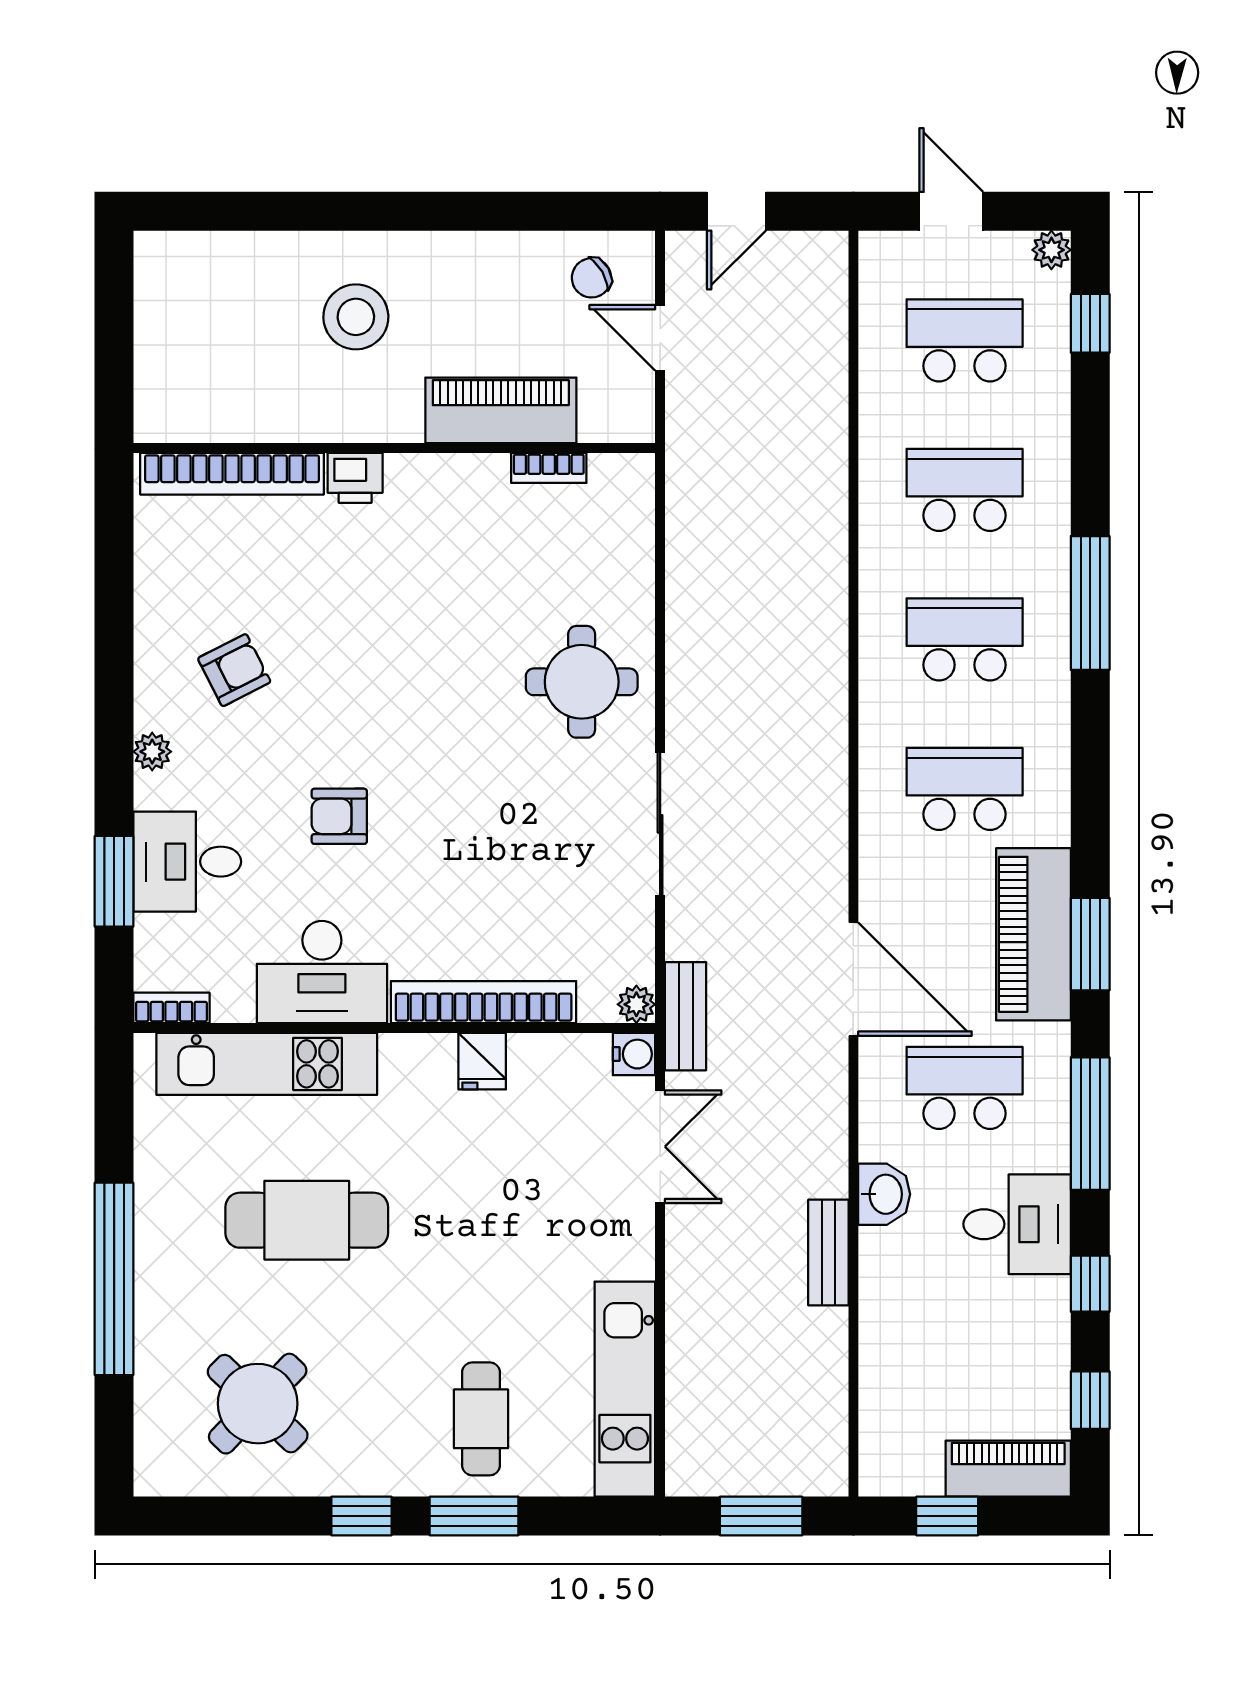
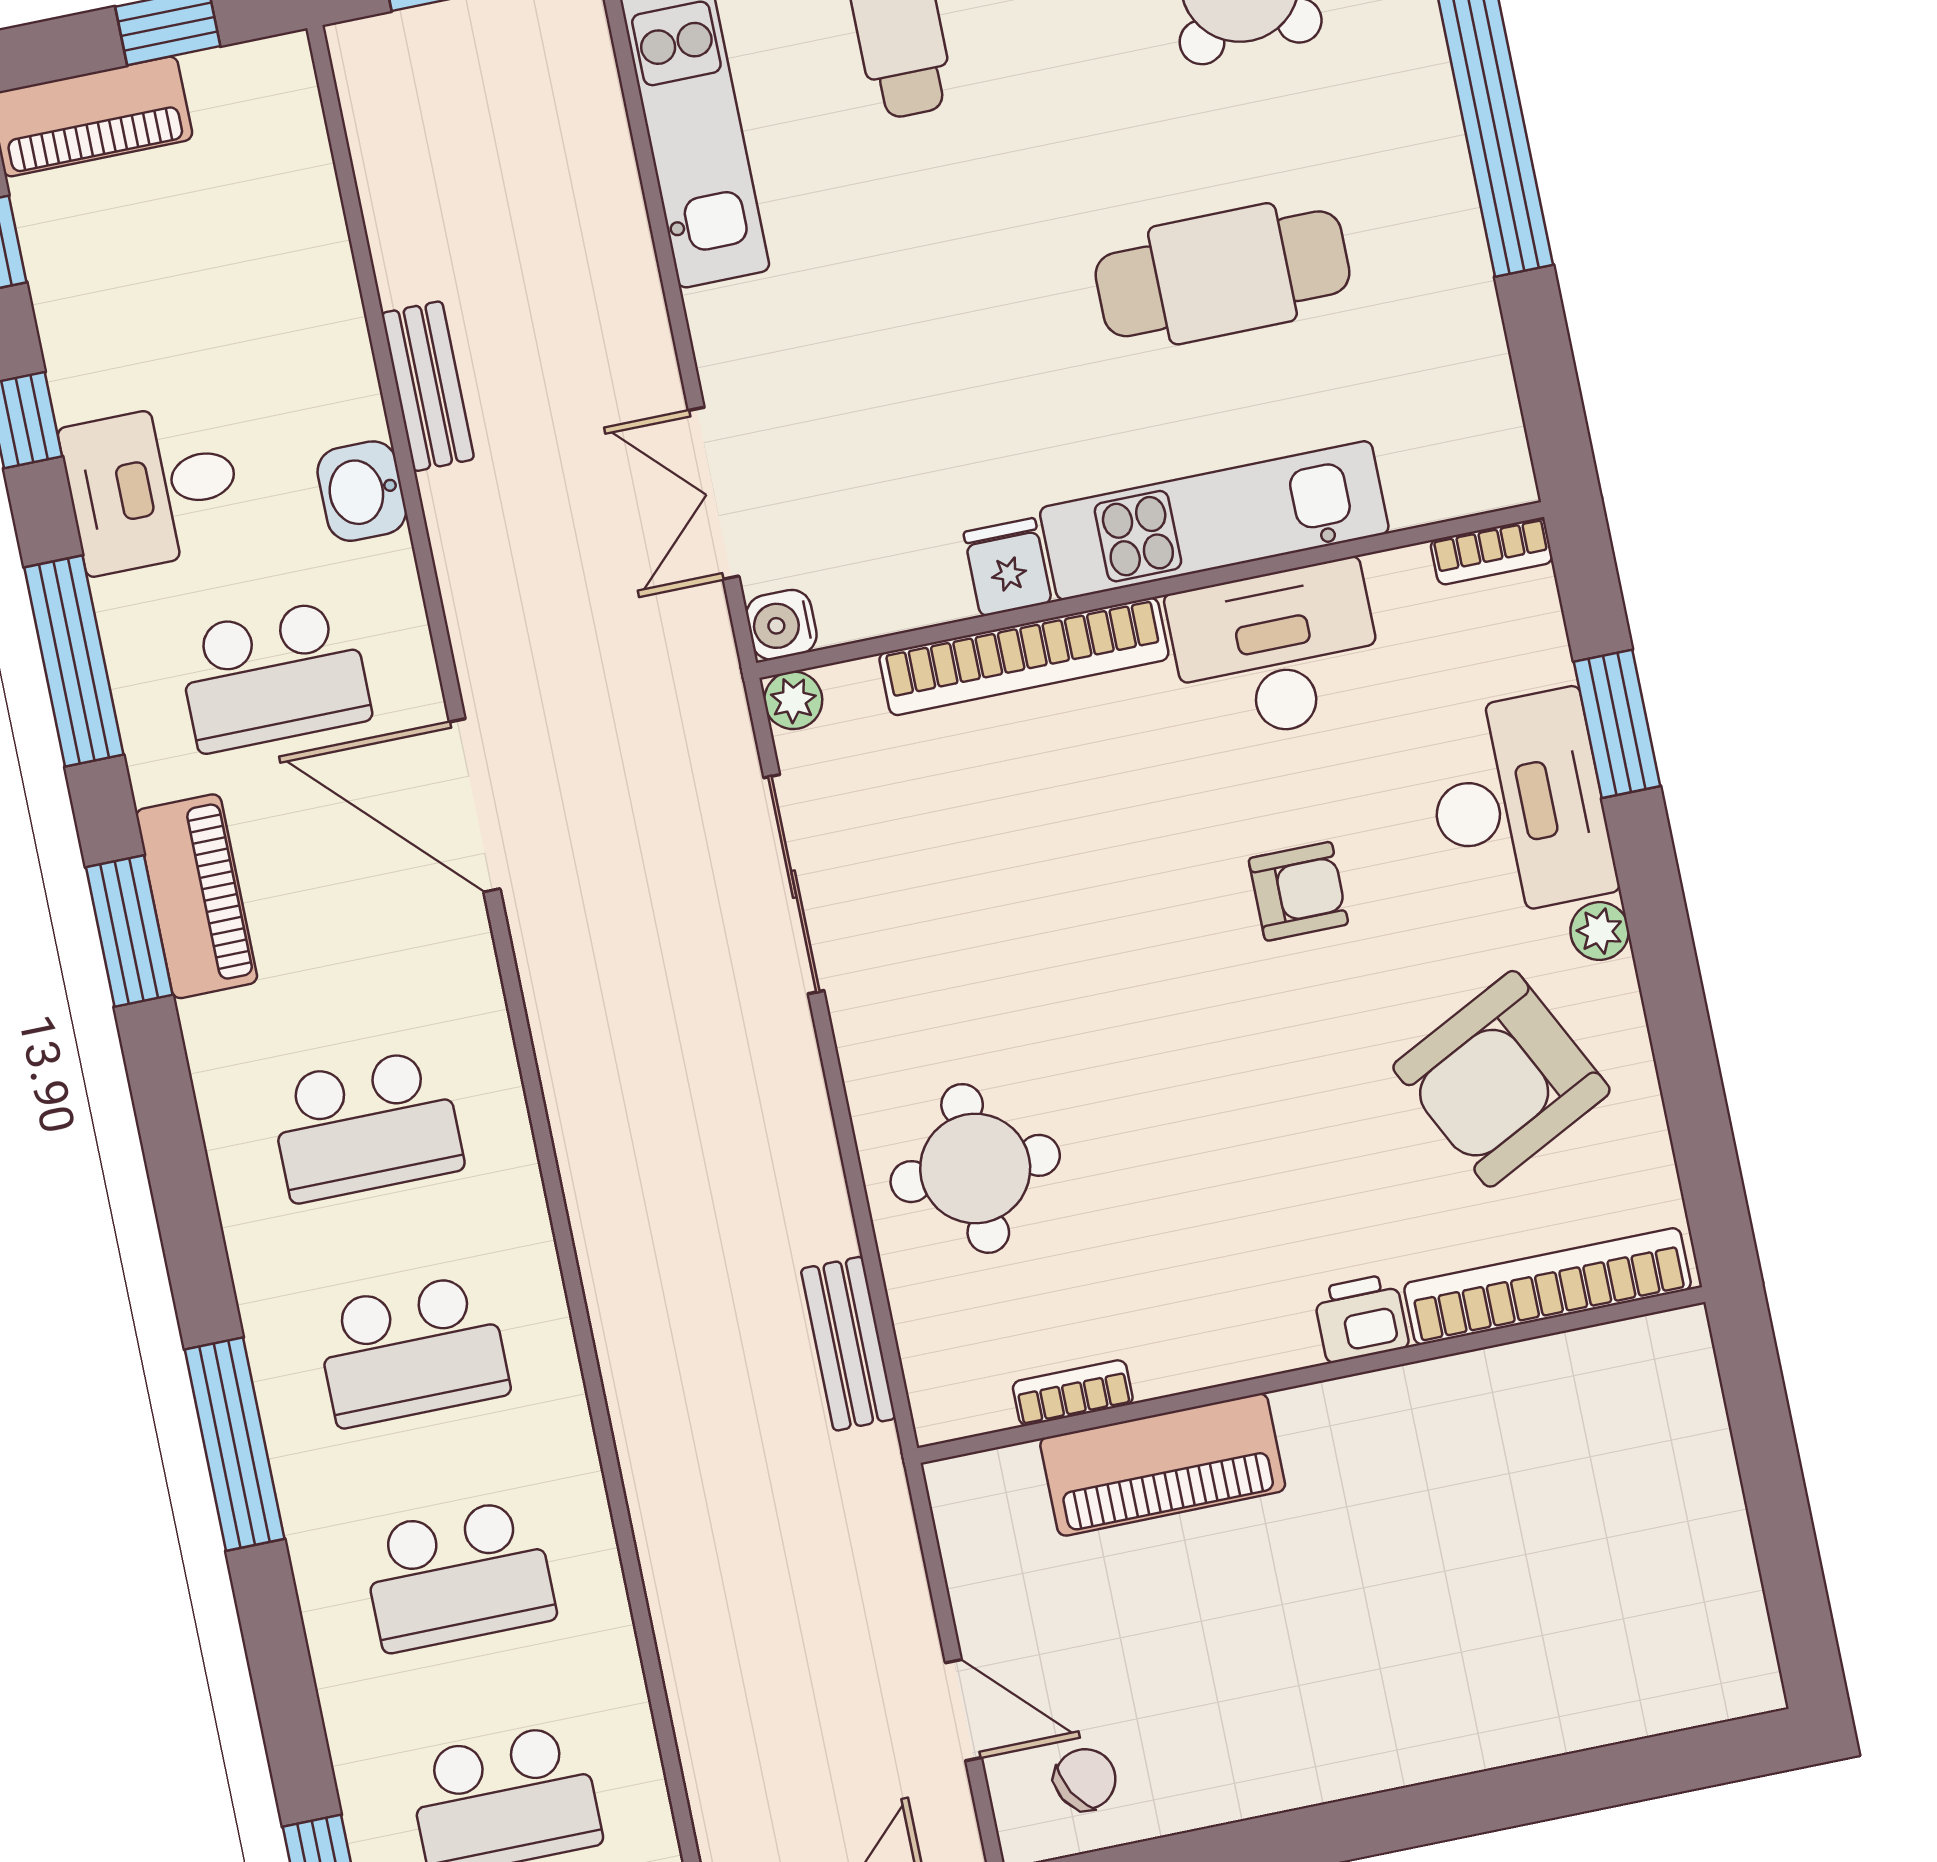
stool: (356, 317) -> (1428, 1648), removed
piano: (501, 410) -> (1163, 1465), moved
wall: (394, 448) -> (1311, 1375), moved
bookcase: (549, 468) -> (1073, 1393), moved
bookcase: (232, 474) -> (1548, 1286), moved
printer: (355, 478) -> (1361, 1318), moved
armchair: (234, 670) -> (1501, 1079), width x1.88, depth x1.88
sliding door: (660, 824) -> (794, 884), moved
desk: (187, 862) -> (1519, 804), width x1.37
piano: (1033, 934) -> (197, 896), width x0.73, depth x0.75
bench: (686, 1016) -> (848, 1344), moved
kitchen unit: (267, 1064) -> (1214, 520), moved

